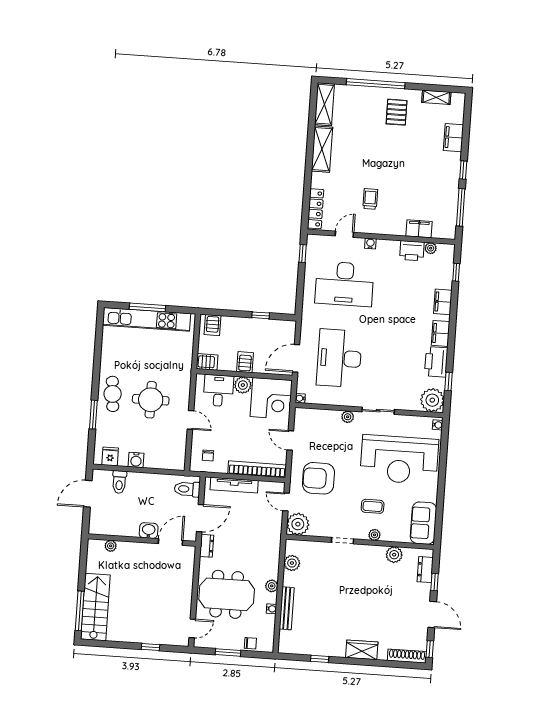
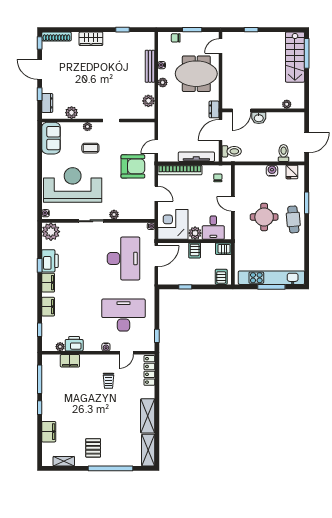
window: (448, 382) -> (40, 265), moved
door: (286, 502) -> (156, 147), swing flipped
plant: (298, 524) -> (146, 131), removed

